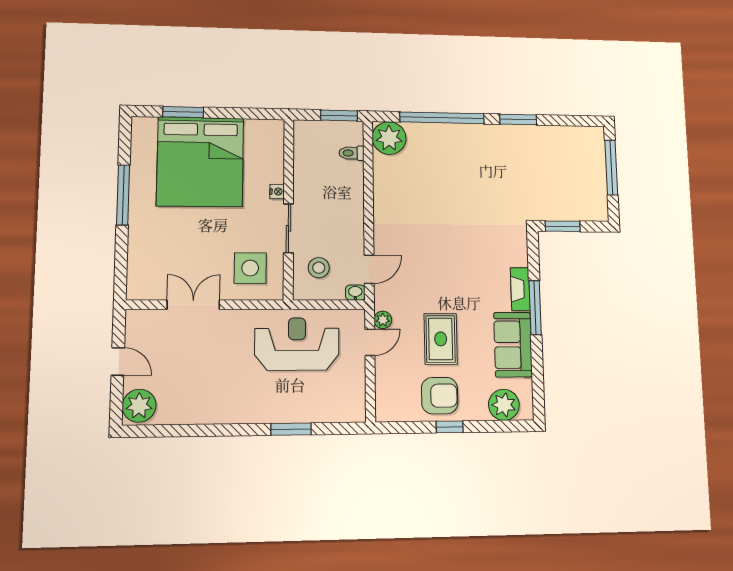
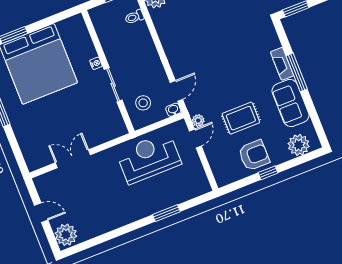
side table: (250, 268) -> (99, 121), removed
rug: (441, 339) -> (241, 118), turned 90

